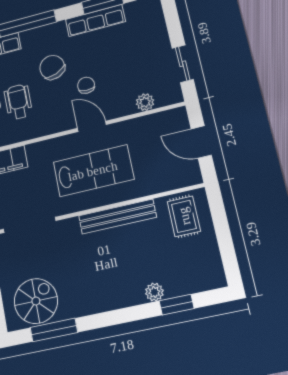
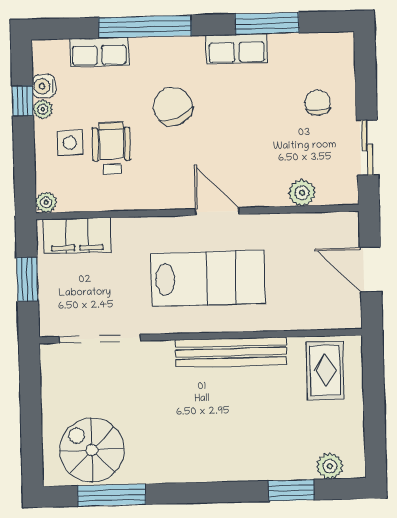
row of seats: (95, 20) -> (237, 49), width x0.68
chair: (86, 85) -> (317, 103), moved
plant: (154, 292) -> (330, 466), moved
spiral stairs: (36, 301) -> (92, 450), turned -90

